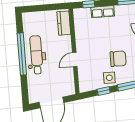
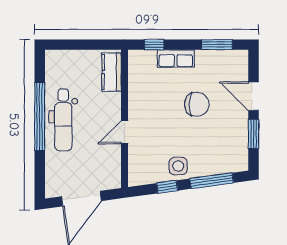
dental chair: (36, 55) -> (63, 120), turned 180
chair: (118, 59) -> (197, 104), moved

